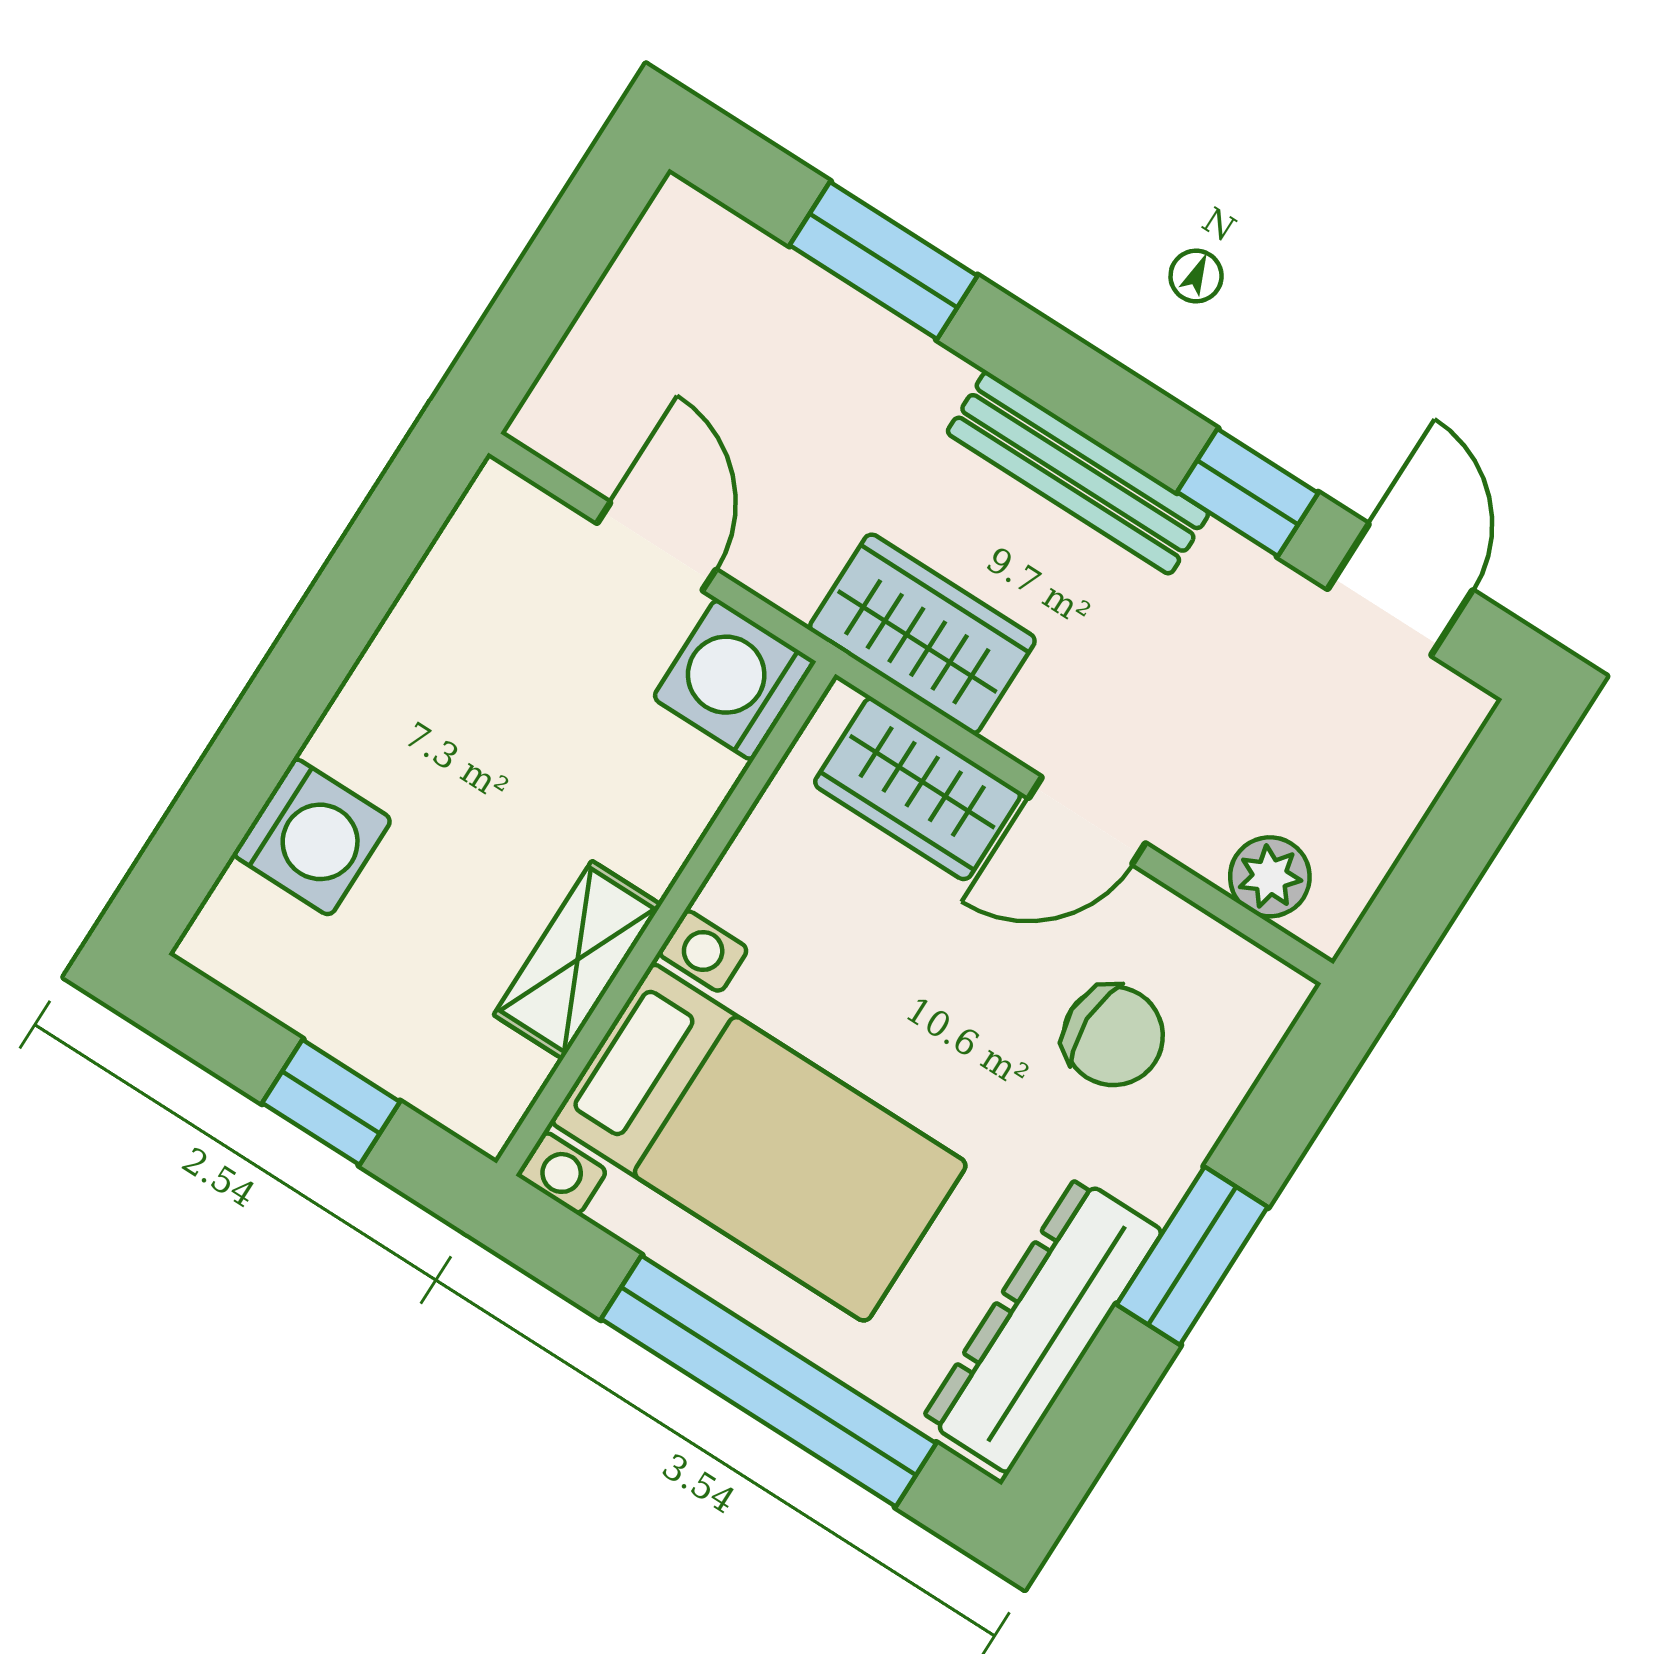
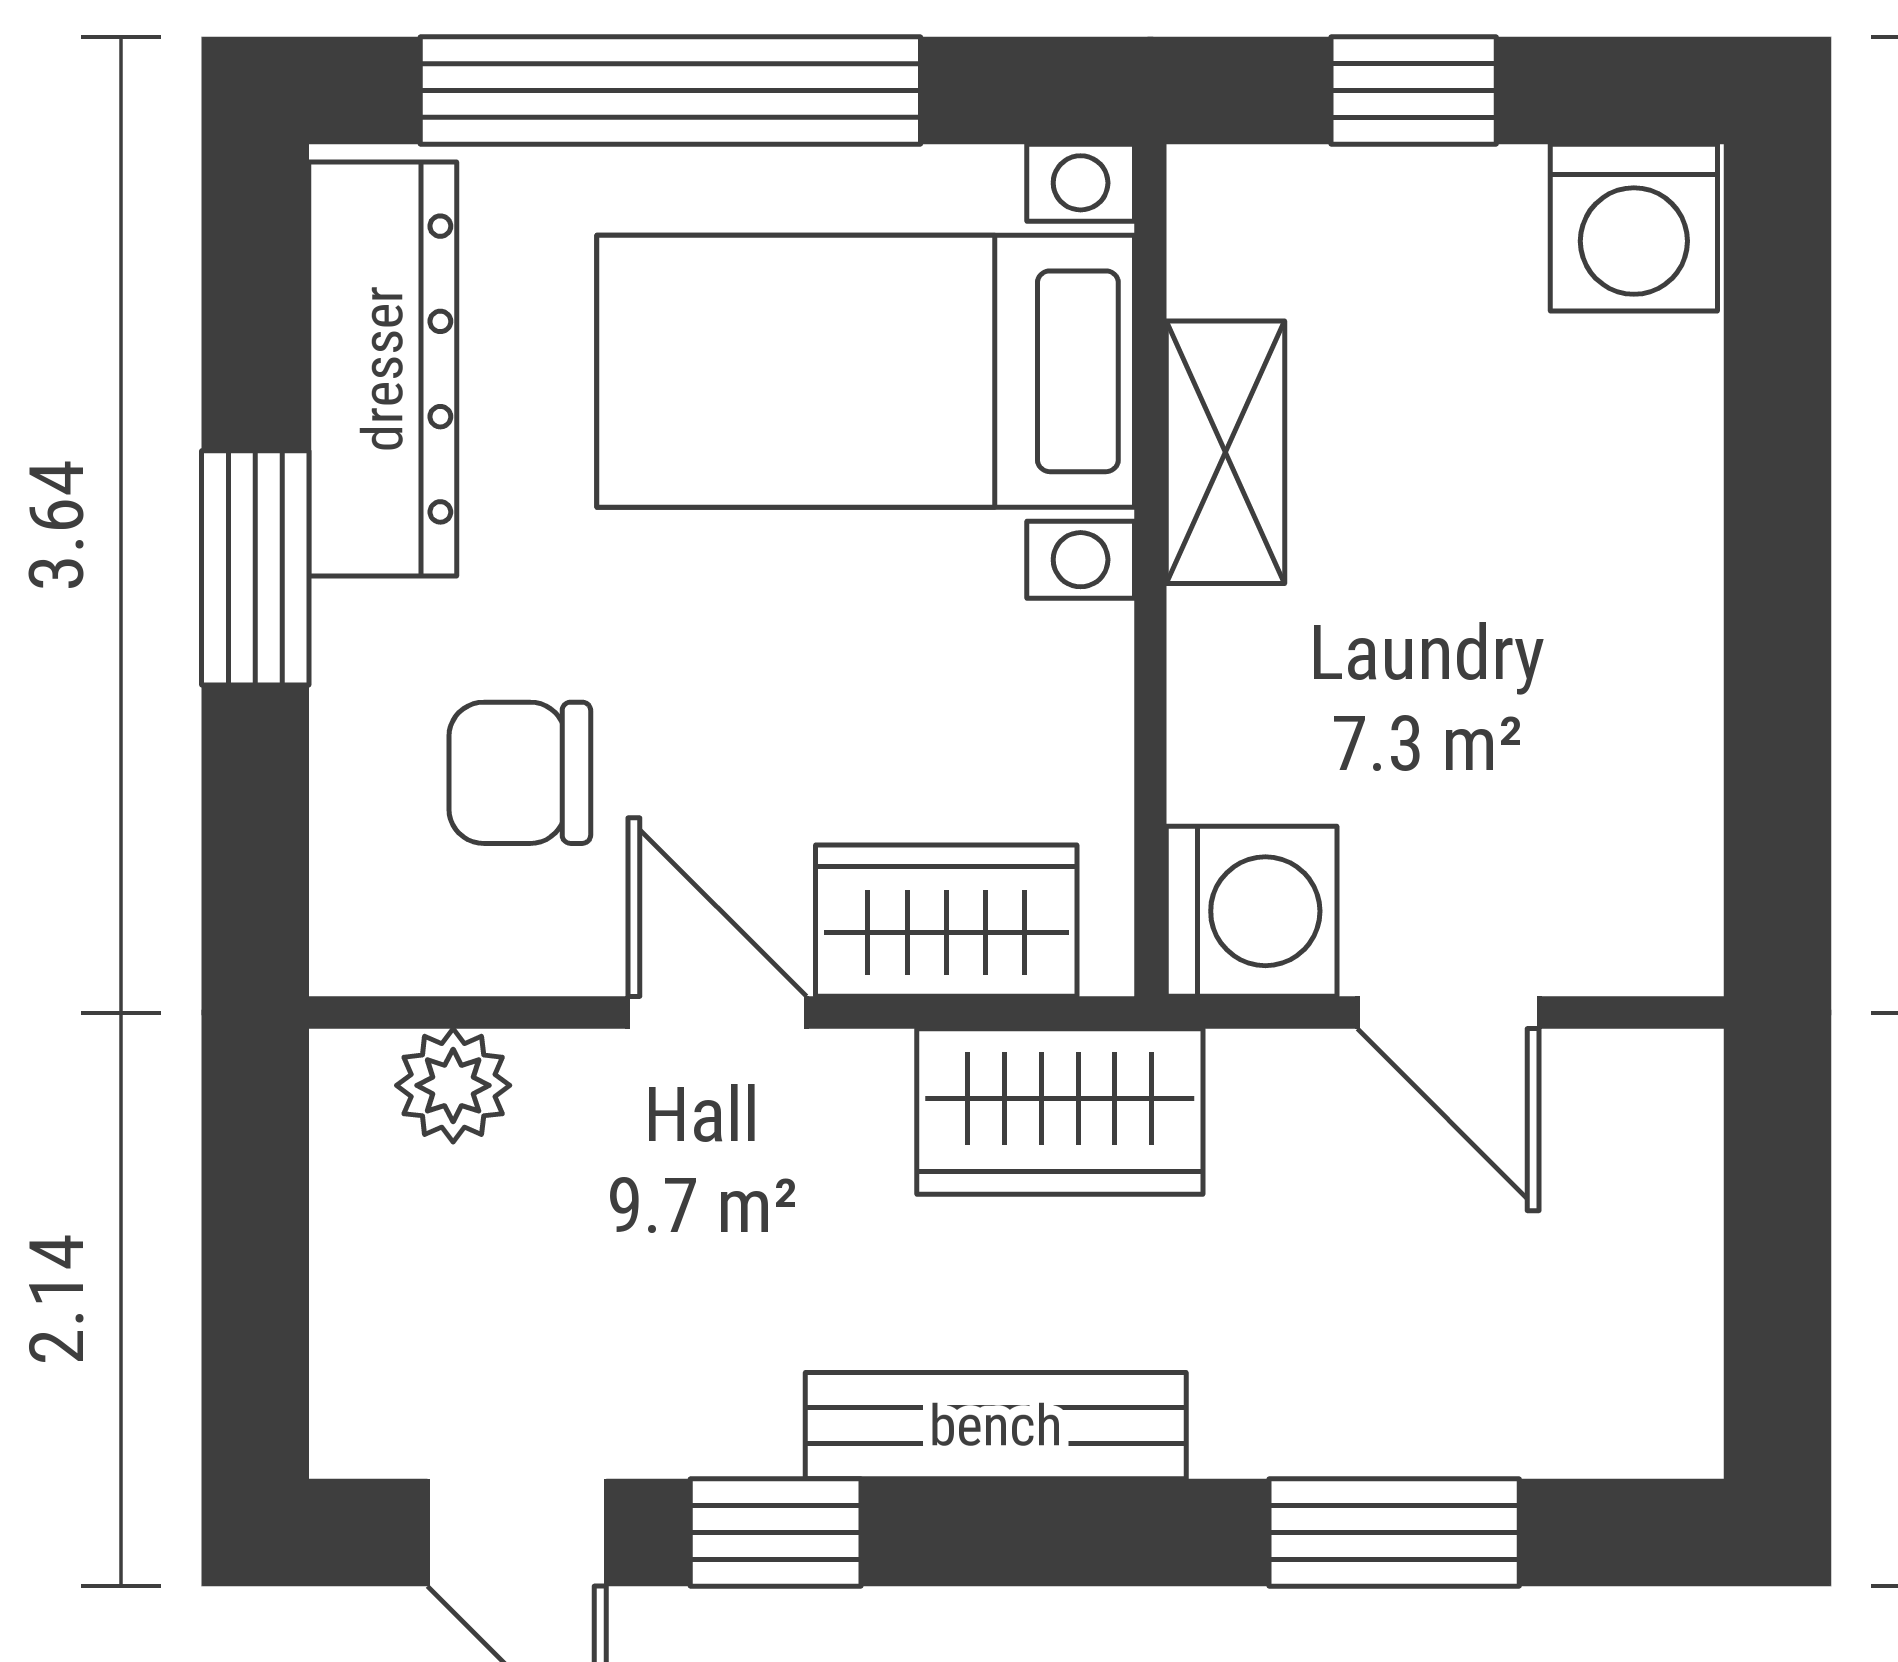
door: (1087, 821) -> (717, 1013), hinge flipped
washing machine: (312, 837) -> (1634, 228), moved, turned -90

